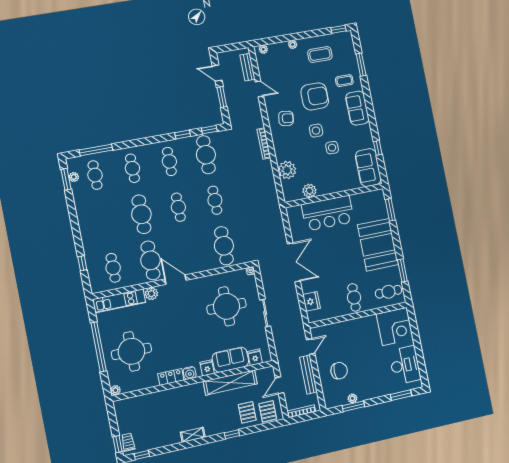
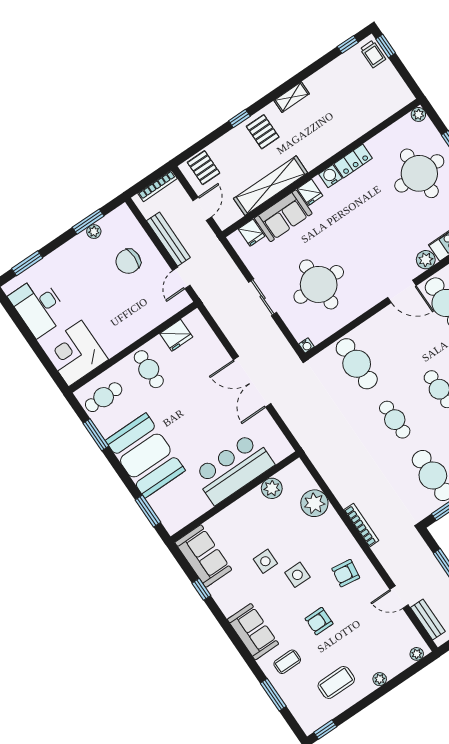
armchair: (315, 96) -> (319, 621), width x0.53, depth x0.53
fridge: (312, 301) -> (176, 335), moved, turned -90
pallet: (247, 412) -> (263, 132), moved

